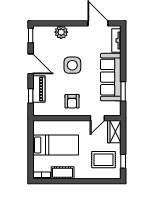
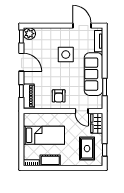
plant: (61, 32) -> (29, 34), moved
side table: (72, 65) -> (66, 55), moved
piano: (39, 89) -> (29, 96), moved
door: (97, 118) -> (82, 111), hinge flipped
rug: (104, 160) -> (87, 149), turned 90

